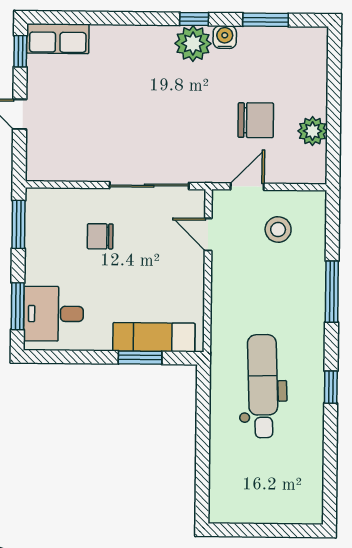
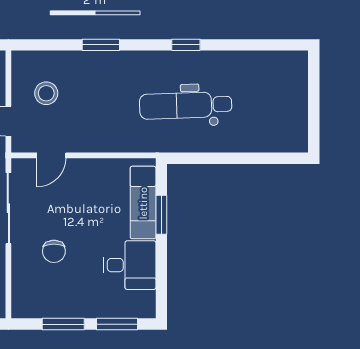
window: (19, 224) -> (63, 324), moved
window: (332, 292) -> (101, 45), width x0.69
desk: (53, 314) -> (129, 265), moved, turned -90

